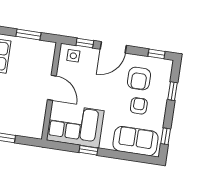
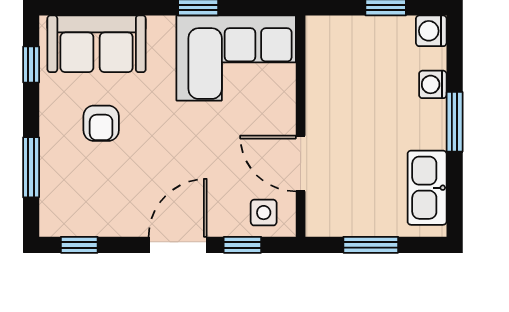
armchair: (139, 79) -> (110, 184), removed
door: (52, 88) -> (301, 163), moved
window: (172, 91) -> (31, 167), width x1.50

